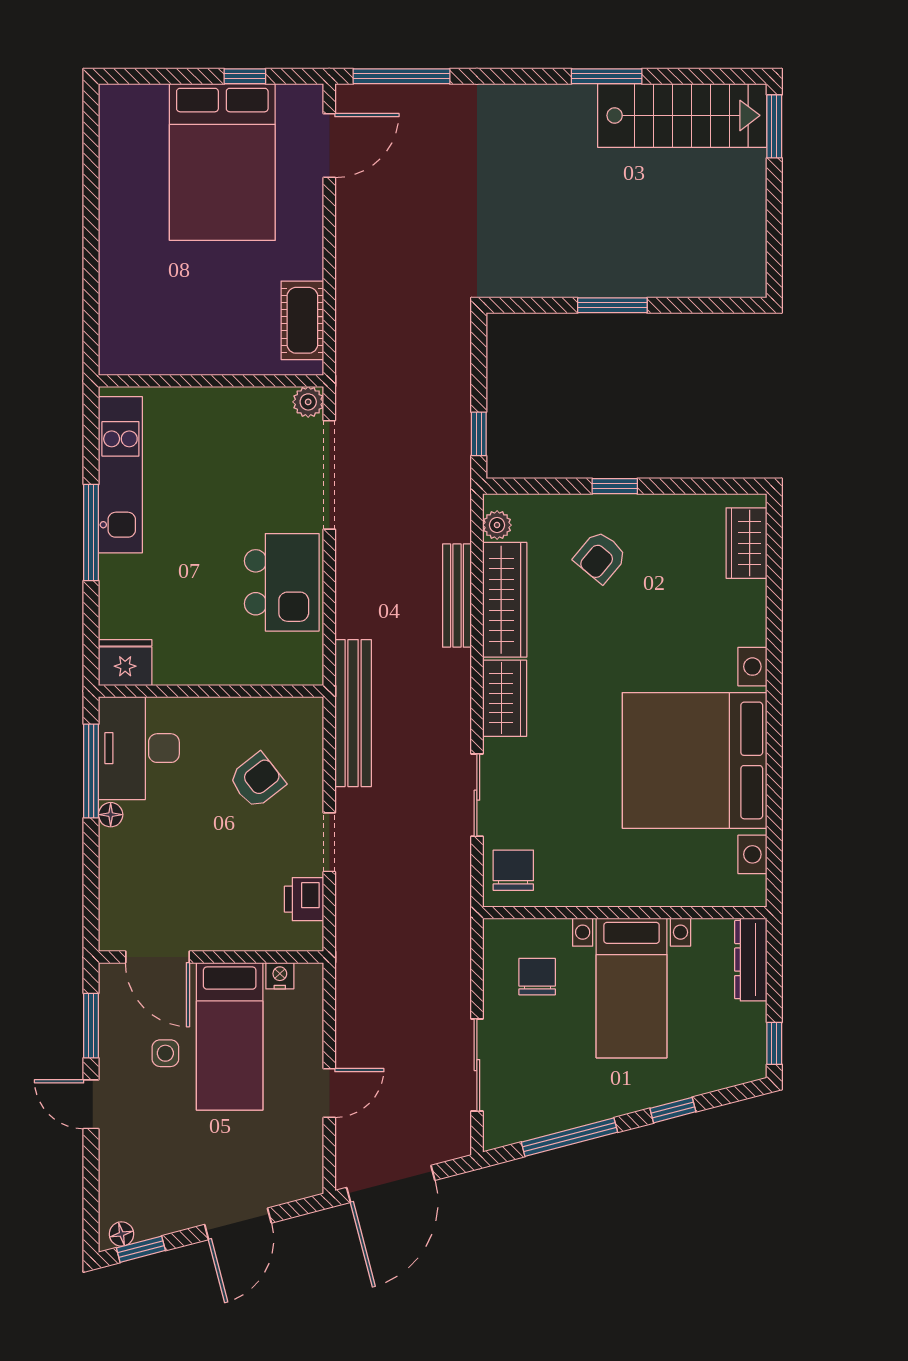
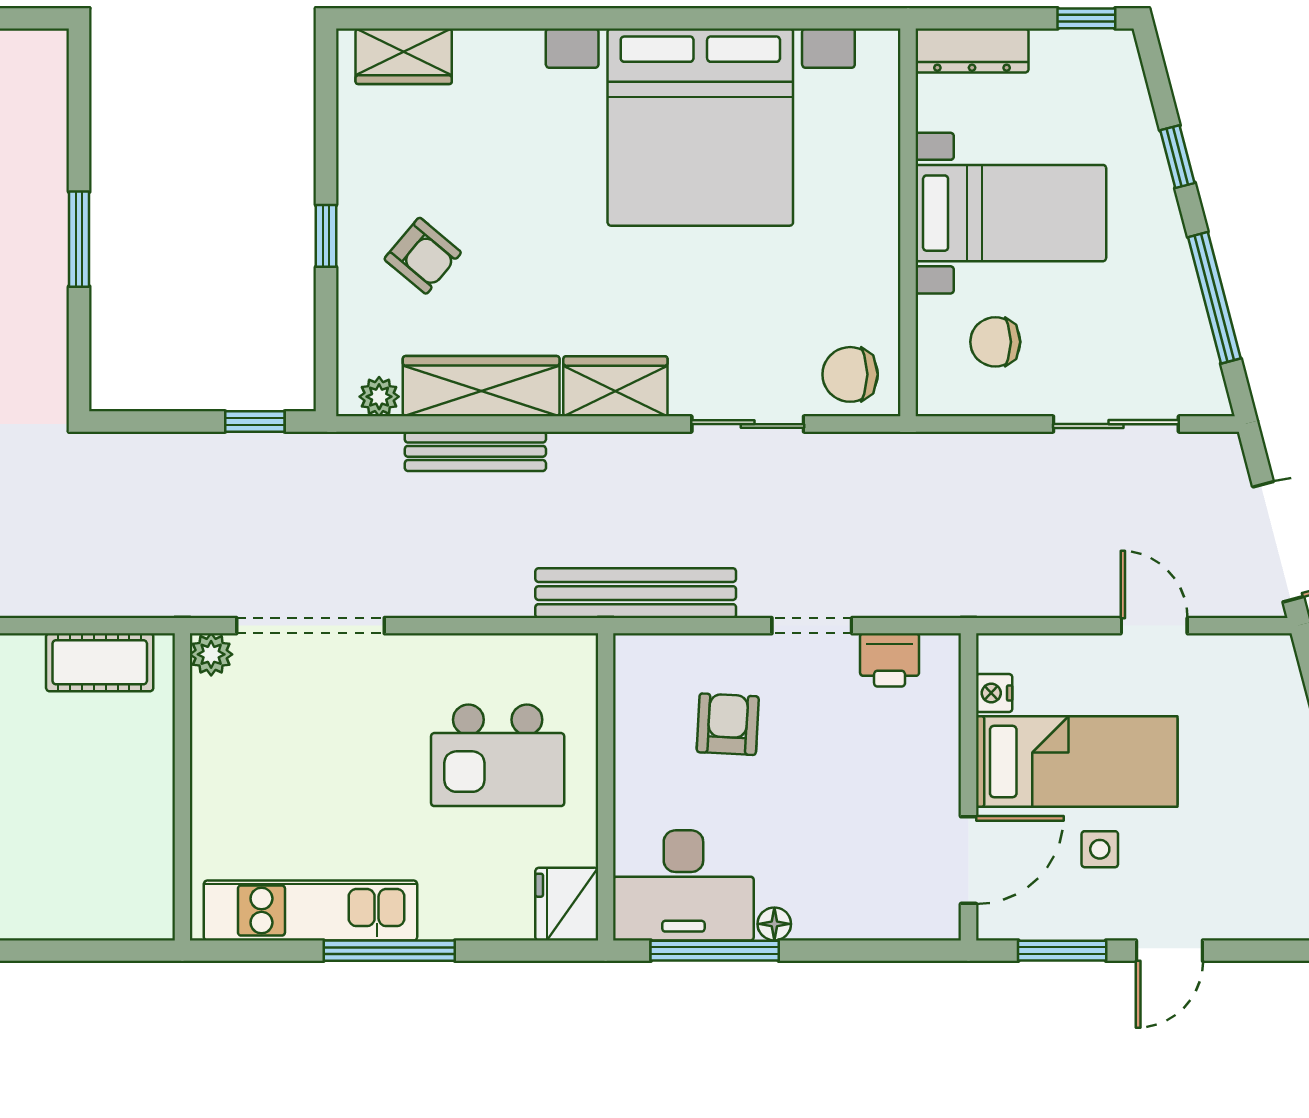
kitchen island: (282, 582) -> (498, 755), moved, turned 180
armchair: (257, 781) -> (728, 724), turned 41

